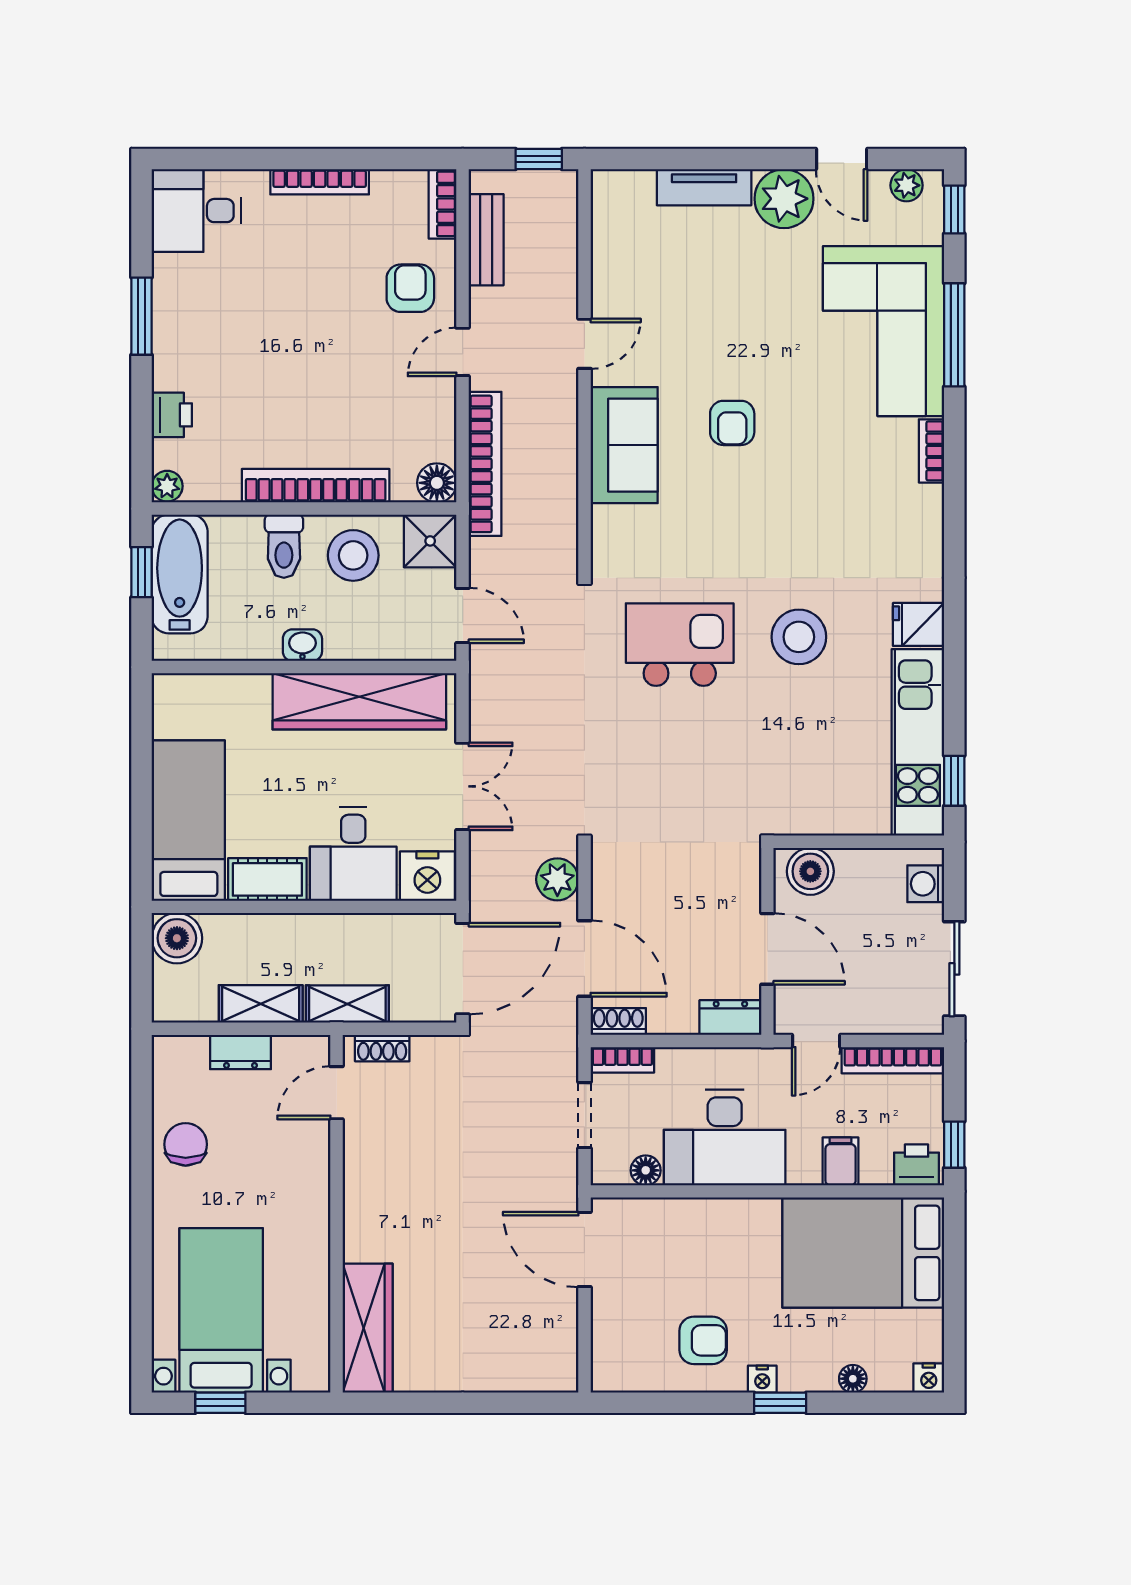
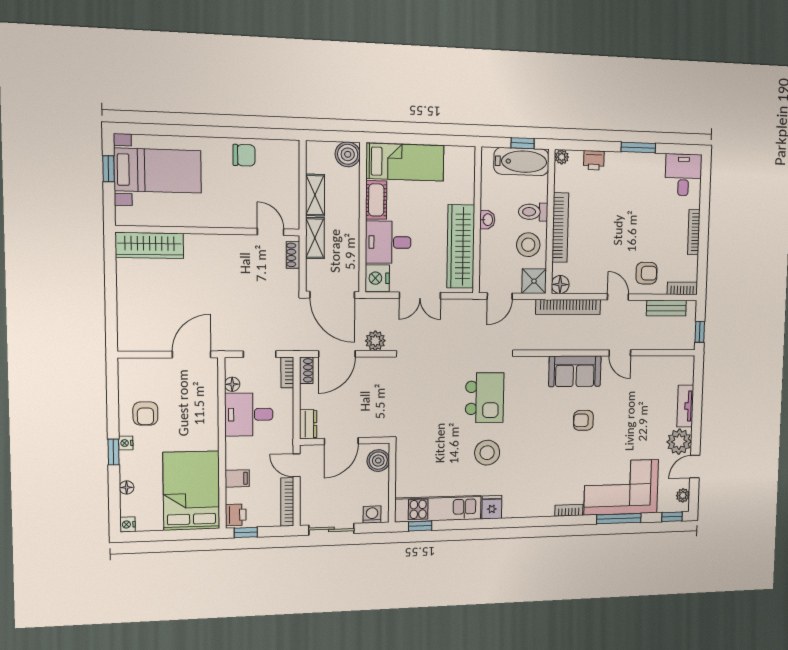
dresser: (240, 1052) -> (291, 184), removed
desk: (725, 1137) -> (249, 414), width x0.73

